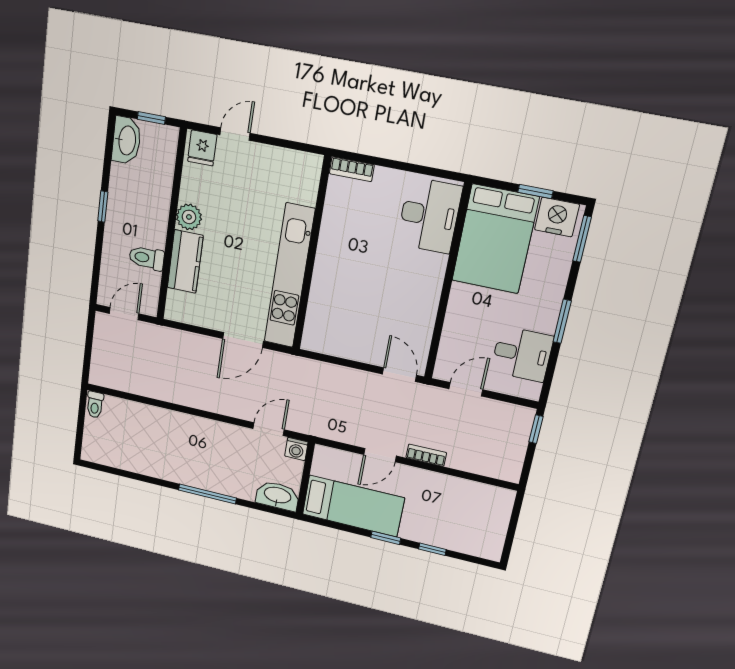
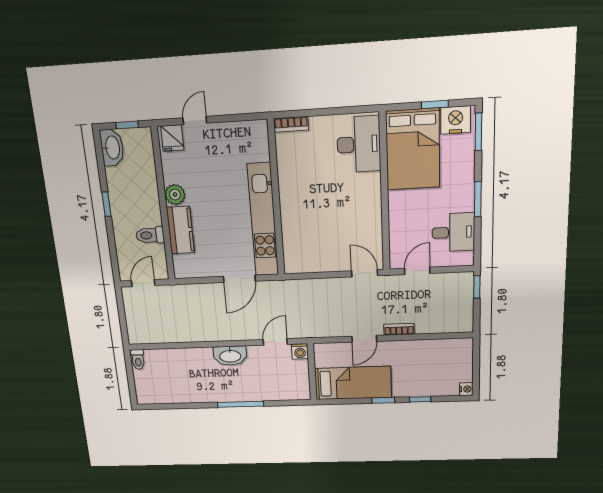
washbasin: (277, 496) -> (230, 356), moved, turned 180
nightstand: (493, 552) -> (466, 389), added

